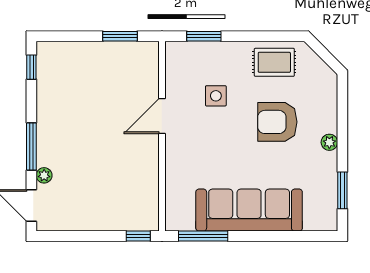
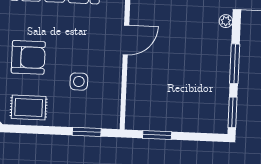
window: (31, 67) -> (232, 112), width x1.50
door: (162, 116) -> (126, 40), moved
window: (31, 146) -> (235, 64), moved

